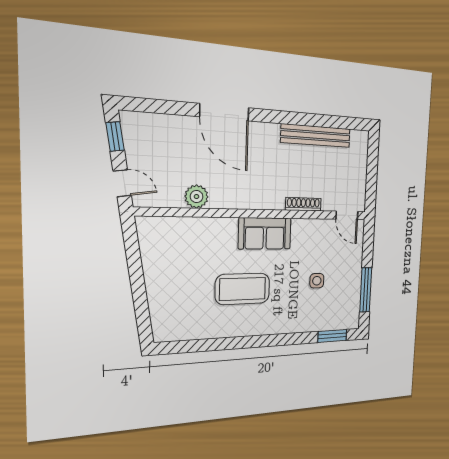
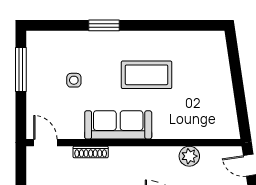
sofa: (265, 233) -> (118, 125), width x1.36
window: (332, 336) -> (104, 25), moved

